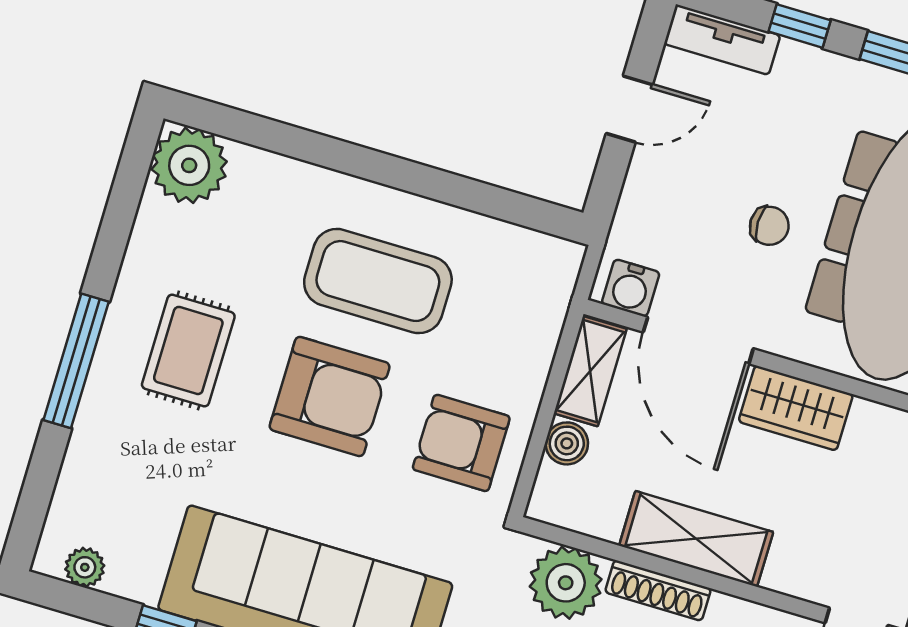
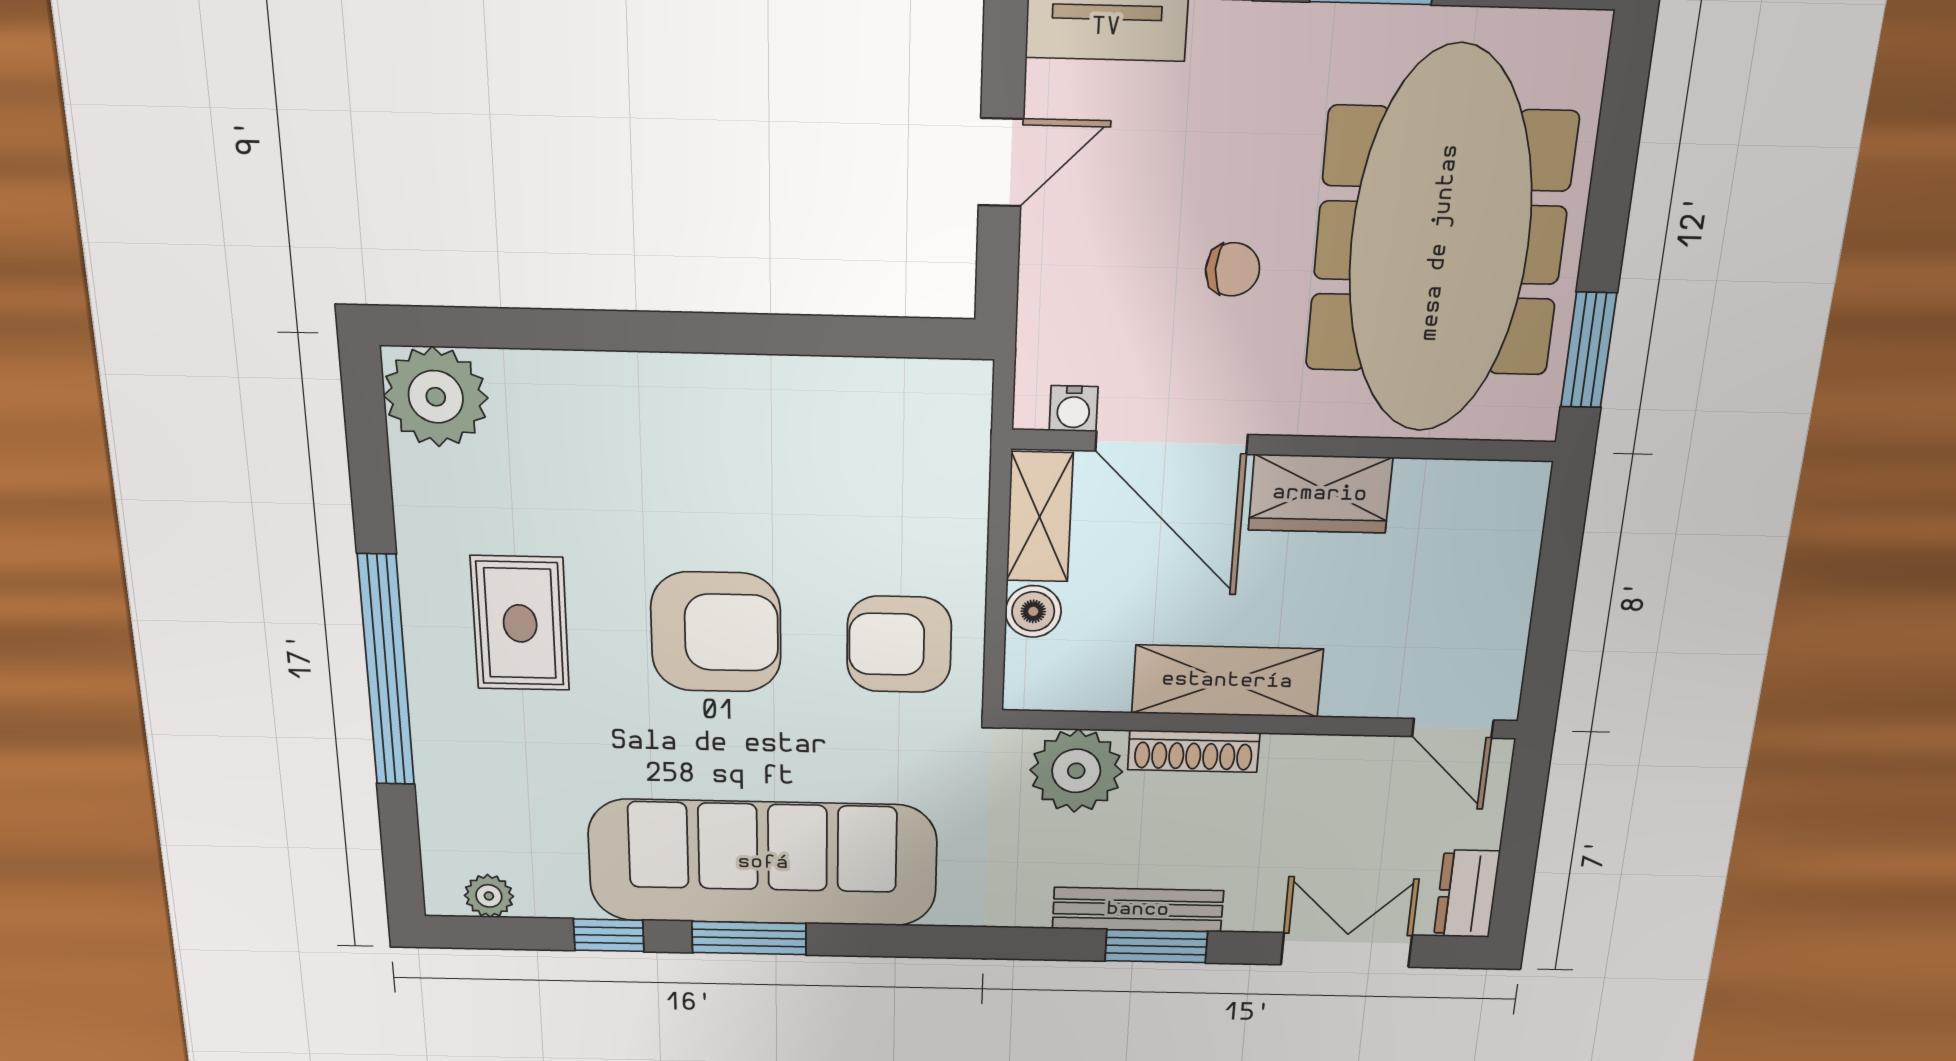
coffee table: (378, 281) -> (731, 477), removed
water cooler: (631, 288) -> (1073, 409), width x0.72, depth x0.72
window: (76, 361) -> (386, 671), width x1.46

